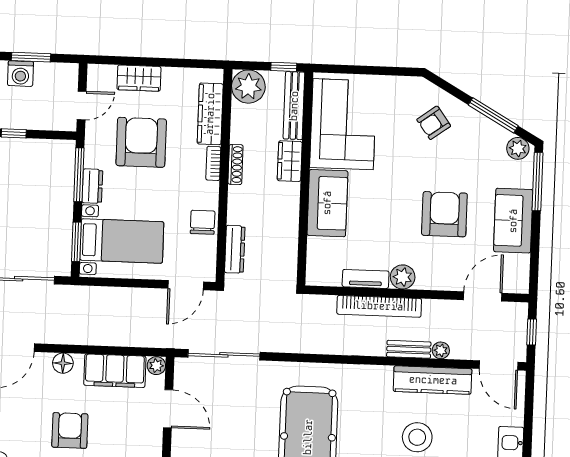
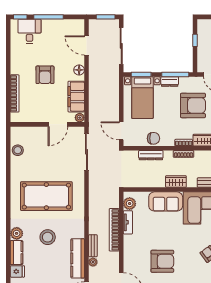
wardrobe: (290, 161) -> (176, 181), moved
dresser: (235, 249) -> (151, 155), moved
plant: (403, 277) -> (130, 204), moved
armchair: (70, 430) -> (45, 75), turned 90
stool: (417, 437) -> (48, 237), moved

